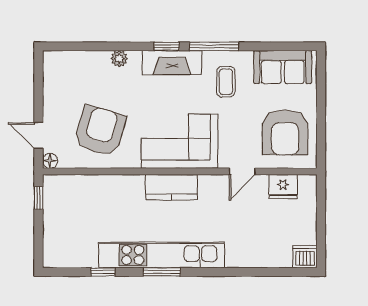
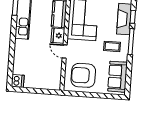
fridge: (283, 187) -> (58, 36), moved

